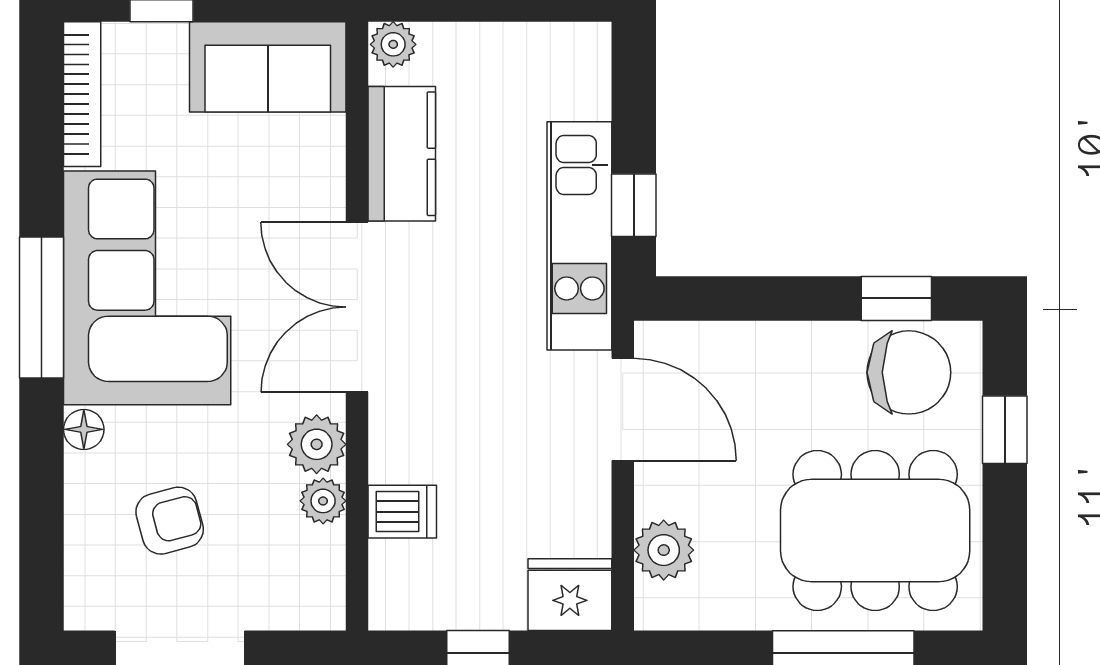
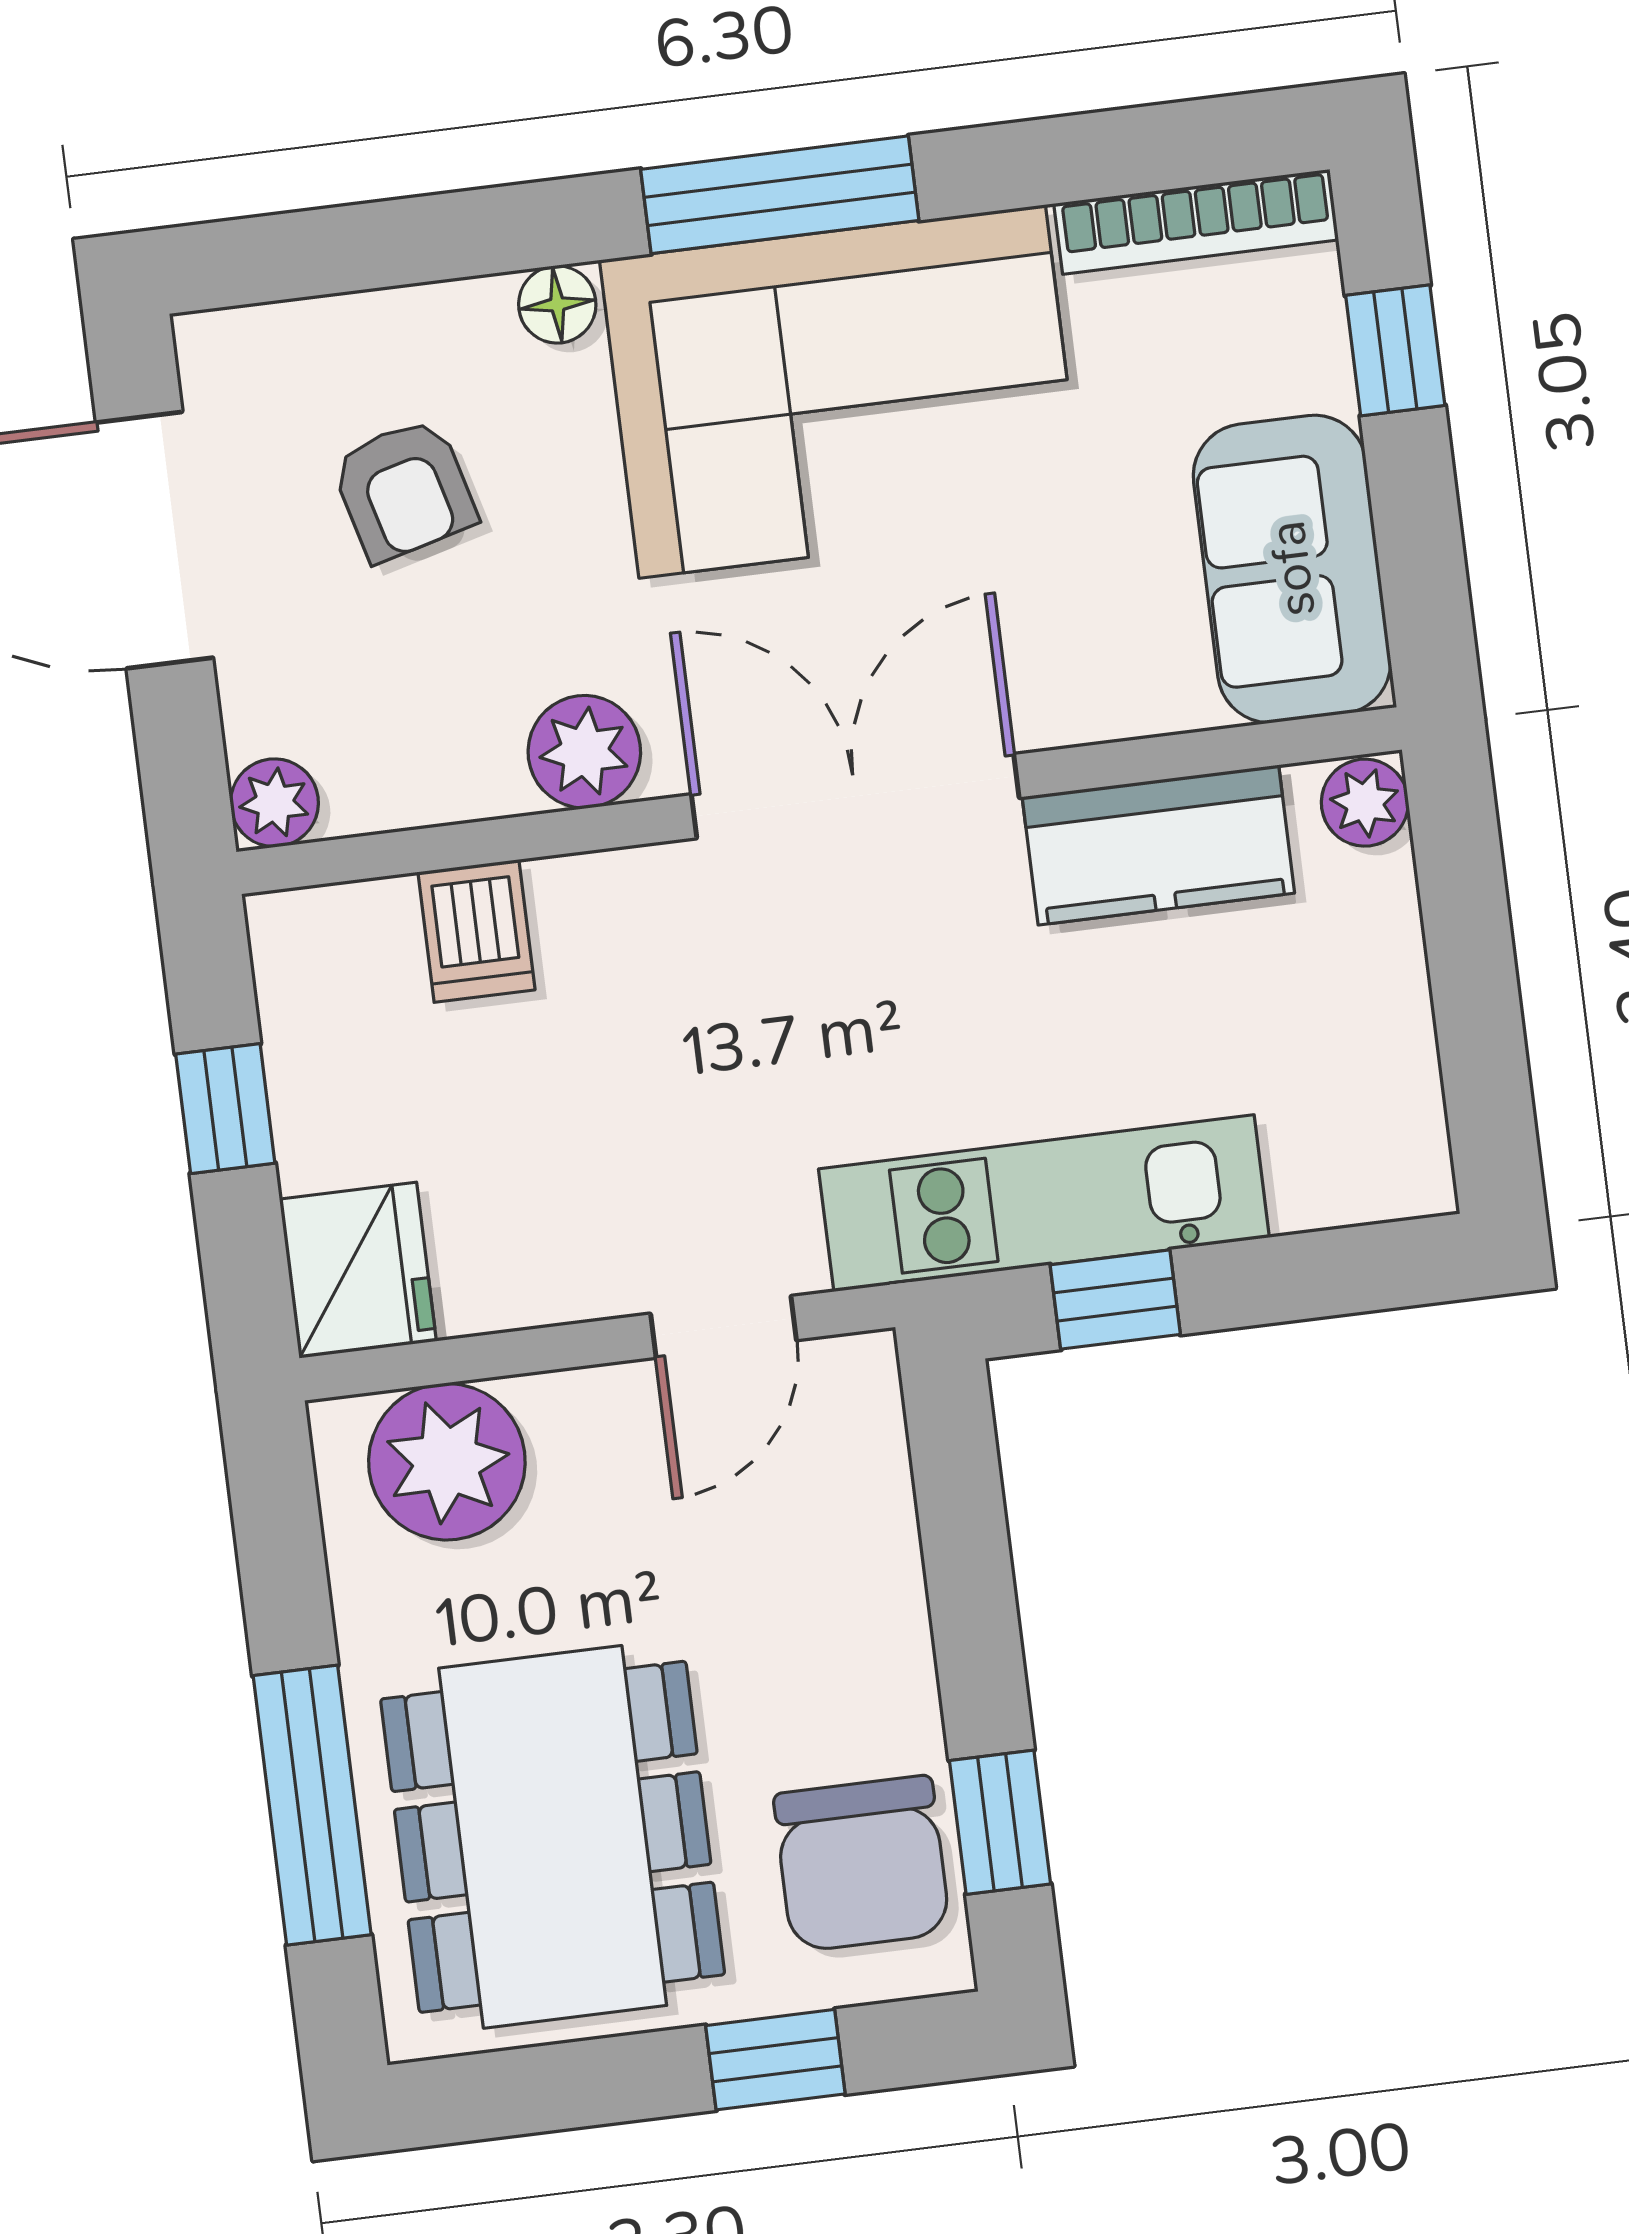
door: (623, 409) -> (723, 1327), width x0.73
plant: (323, 501) -> (274, 803), moved
plant: (664, 550) -> (447, 1462), width x1.36, depth x1.36

